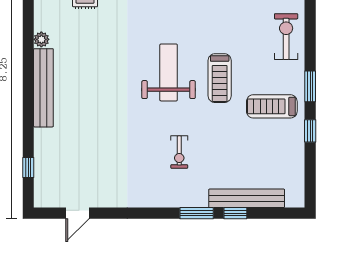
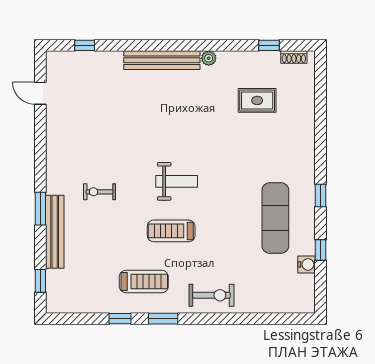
weight bench: (169, 72) -> (177, 181), width x0.73, depth x0.75
treadmill: (272, 106) -> (144, 281), turned 90
bench: (247, 198) -> (55, 232), moved
window: (235, 213) -> (40, 281), moved

